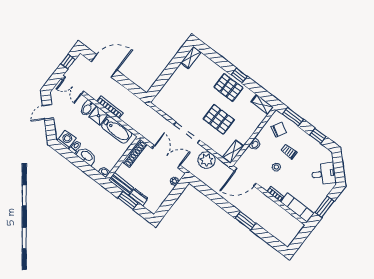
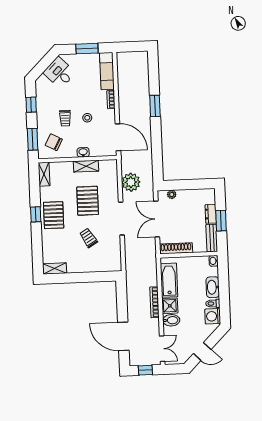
trolley: (192, 99) -> (88, 238), added
shelving: (233, 152) -> (86, 166), moved

